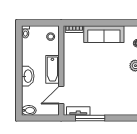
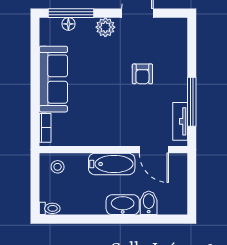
armchair: (107, 88) -> (142, 74), added
bidet: (29, 110) -> (149, 203), moved

